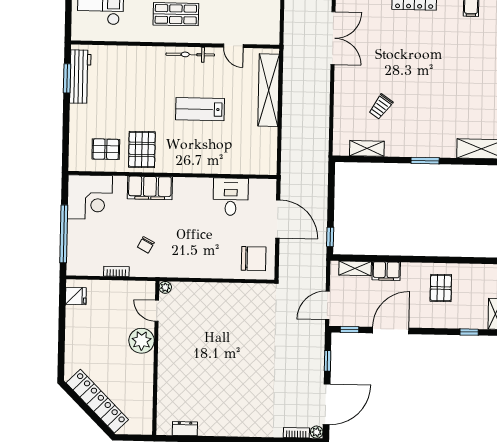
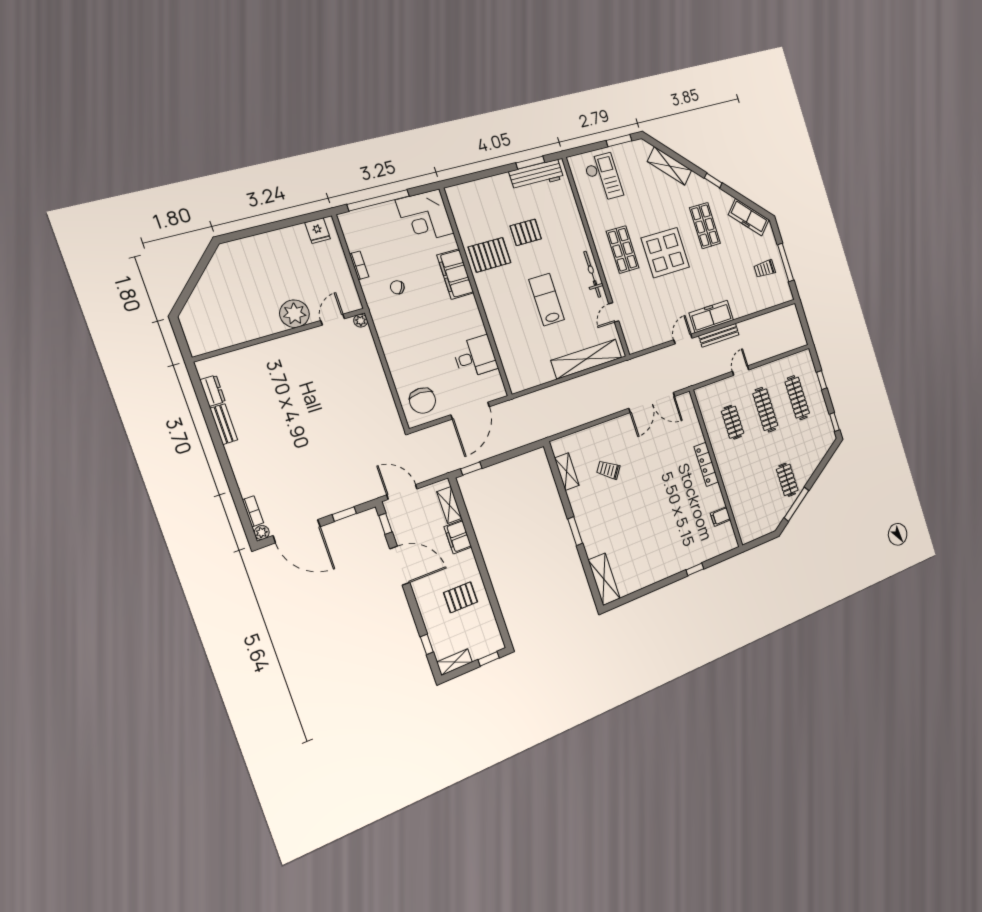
pallet: (106, 149) -> (526, 232), moved, turned 90
locker: (97, 401) -> (209, 286), removed
bench: (216, 430) -> (224, 424), added

